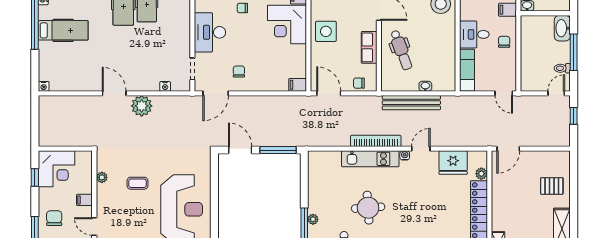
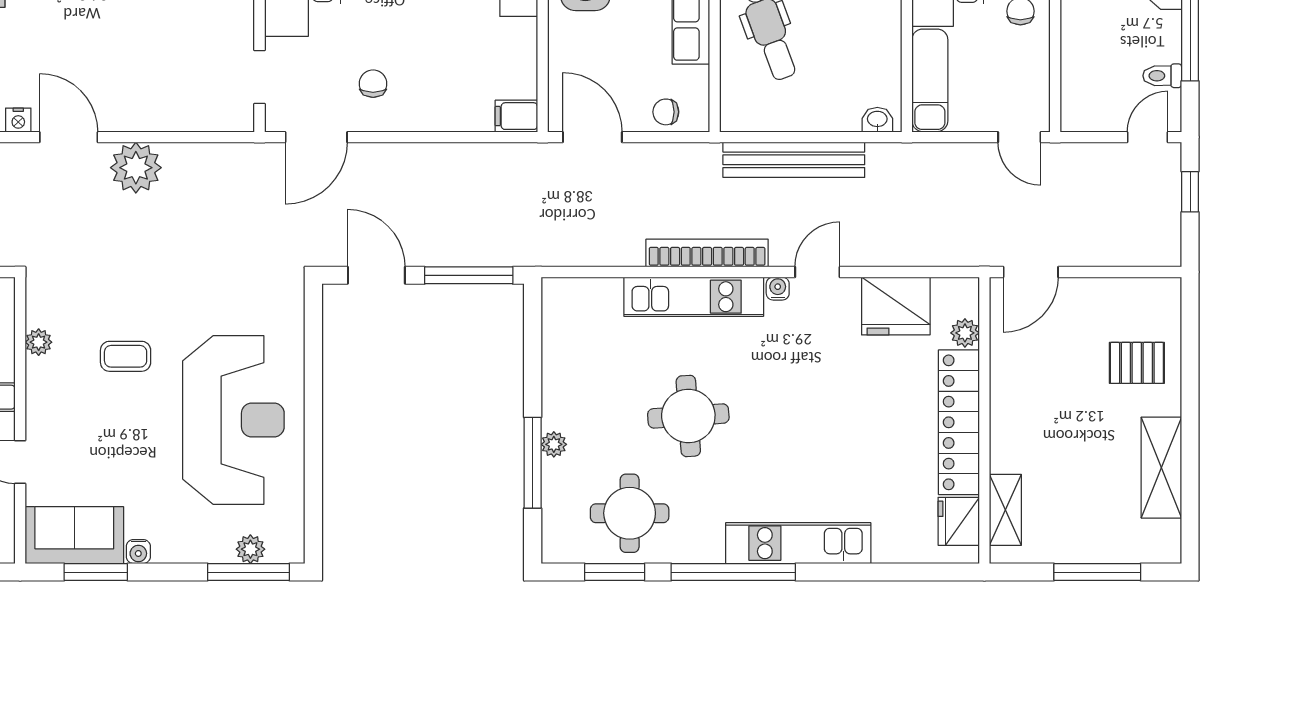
nightstand: (165, 86) -> (18, 120), moved
washbasin: (425, 86) -> (877, 120), moved

